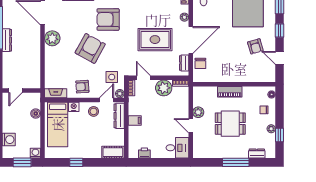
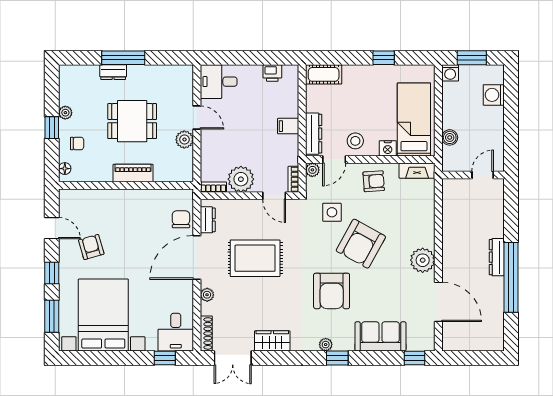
armchair: (108, 19) -> (332, 291), turned 90
side table: (112, 77) -> (332, 212), moved
window: (280, 135) -> (52, 128), moved
dresser: (257, 154) -> (113, 72), moved

